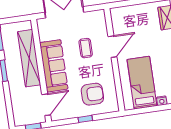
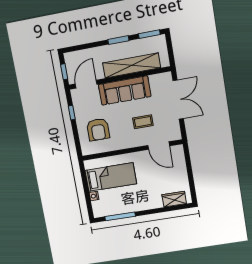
door: (112, 47) -> (159, 146), moved
door: (46, 105) -> (86, 84), swing flipped
window: (85, 119) -> (72, 113), moved

